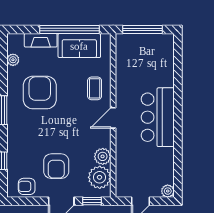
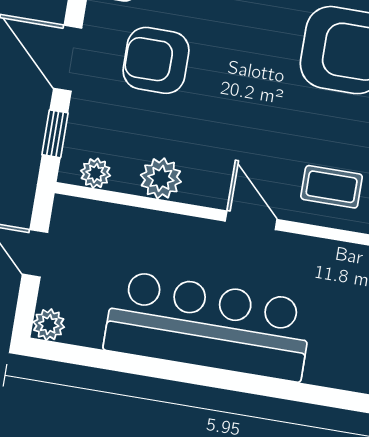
bar counter: (158, 117) -> (208, 326), width x1.36
plant: (100, 177) -> (95, 173), width x0.53, depth x0.53

